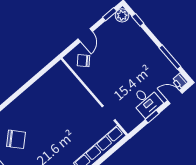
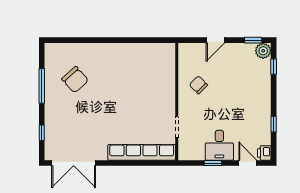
window: (170, 57) -> (274, 124), width x0.46
chair: (83, 61) -> (198, 85), moved

